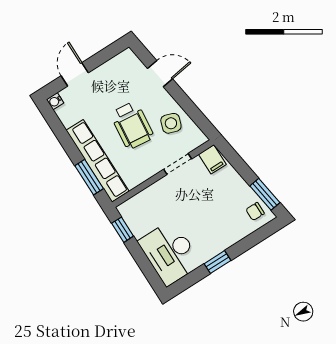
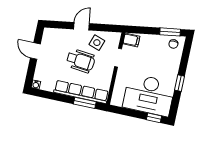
door: (75, 74) -> (35, 51), moved
door: (160, 74) -> (82, 26), moved
window: (123, 230) -> (154, 118), moved
desk: (170, 253) -> (149, 95), width x1.36, depth x1.30

